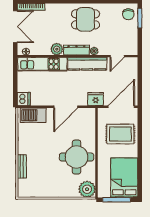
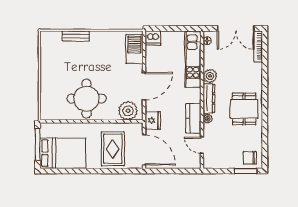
kitchen counter: (87, 64) -> (193, 118), width x0.67
door: (66, 107) -> (144, 86), swing flipped
plant: (87, 189) -> (128, 111), moved

